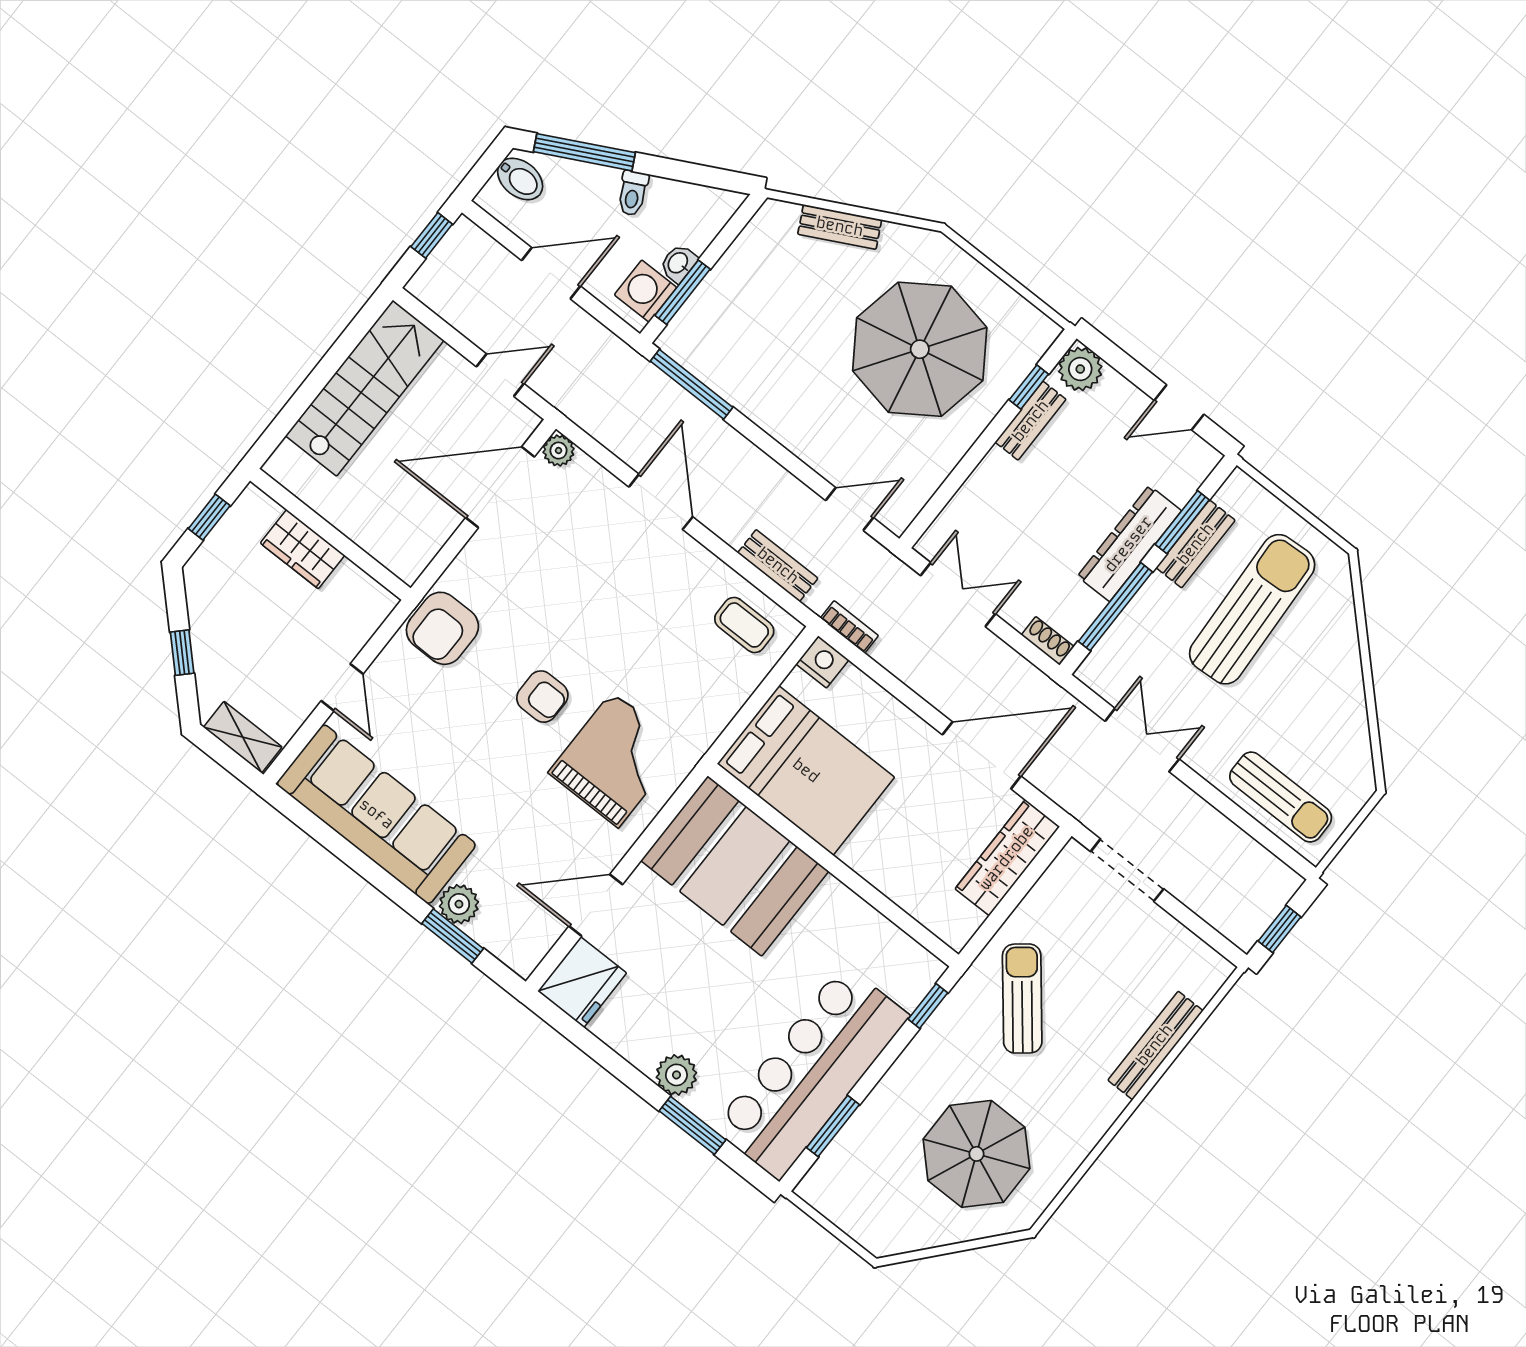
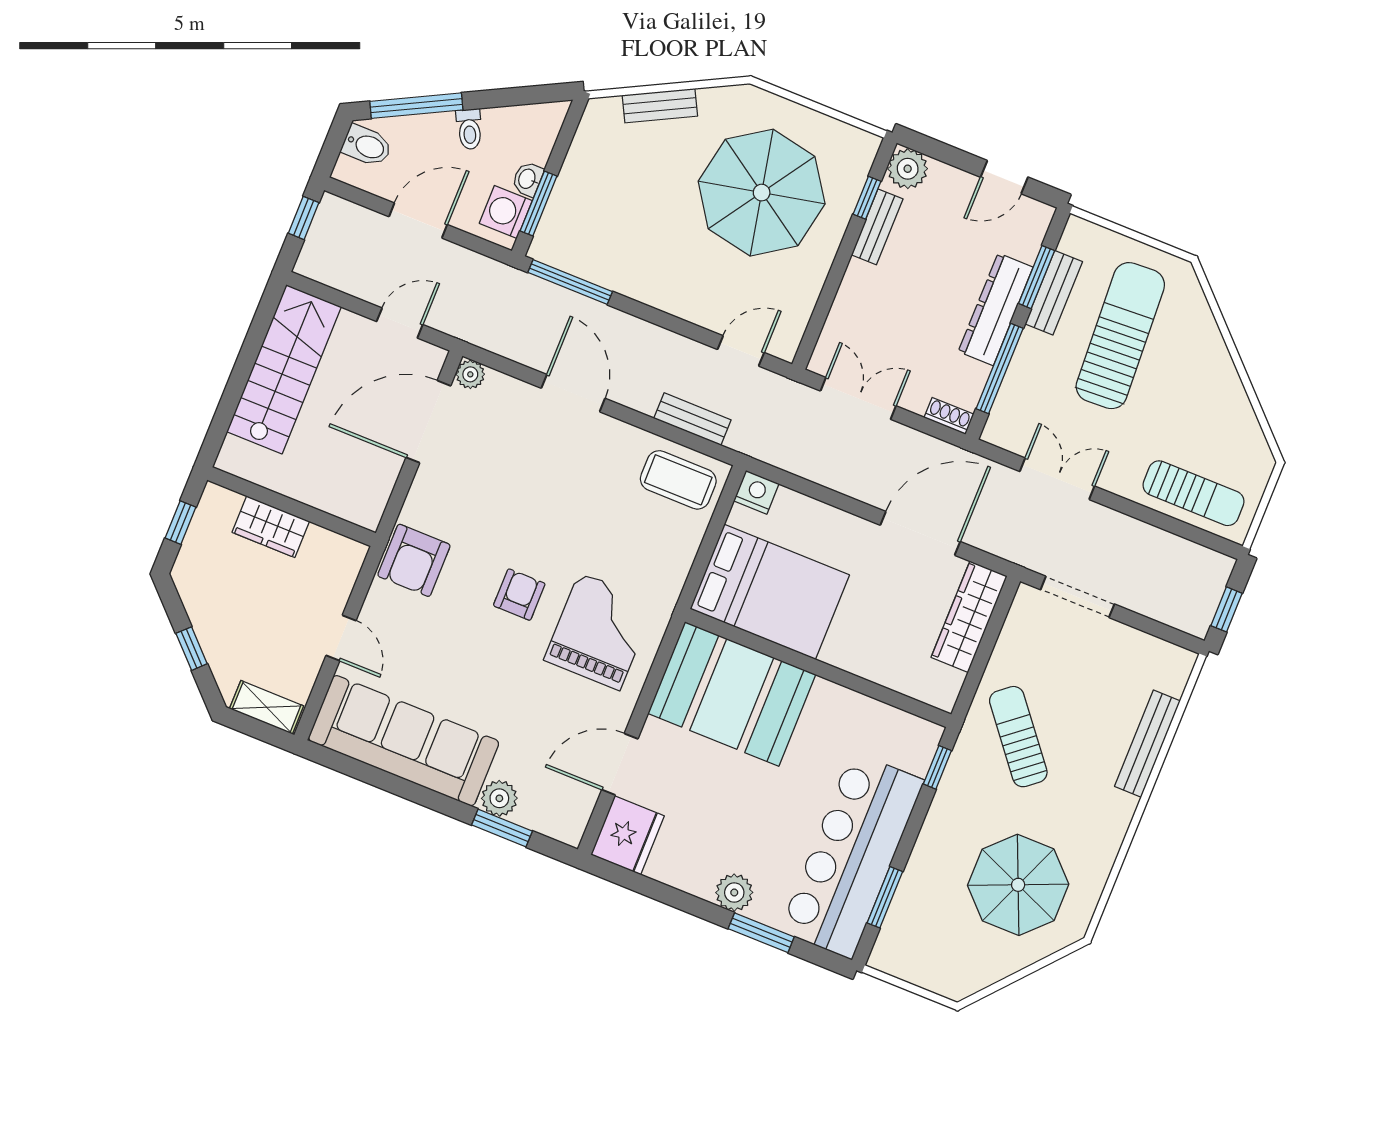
coffee table: (744, 625) -> (678, 480), width x1.36, depth x1.30
bookcase: (849, 627) -> (771, 455), removed
armchair: (542, 697) -> (519, 595), turned -90

